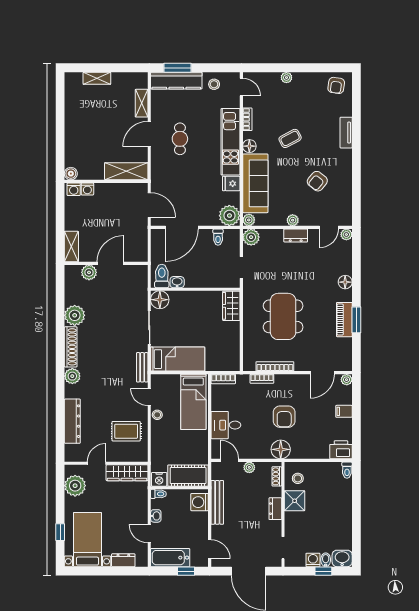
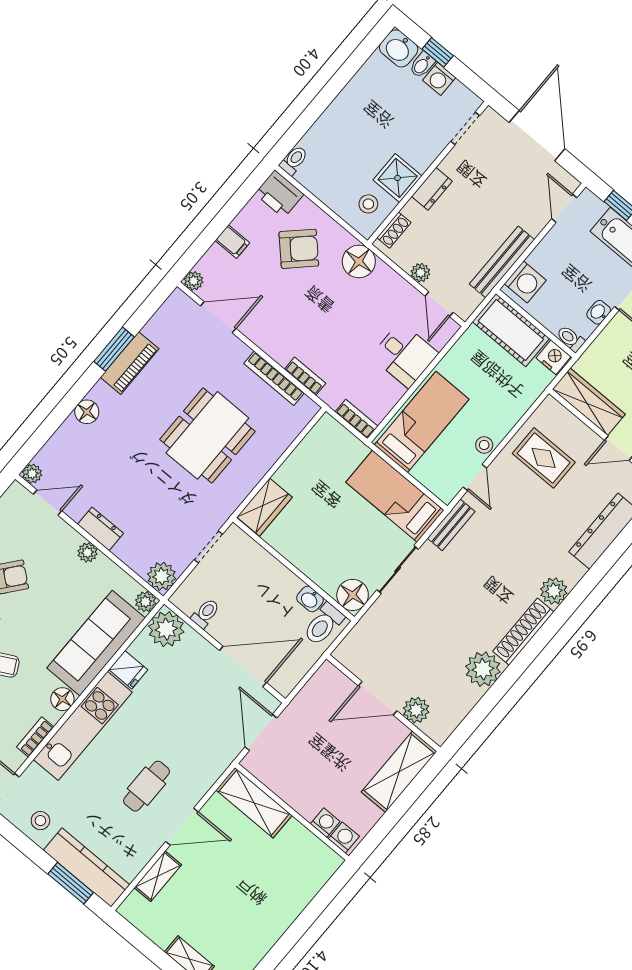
boiler: (71, 174) -> (330, 862), removed
shelving: (71, 247) -> (399, 772), width x1.50, depth x1.33
armchair: (284, 417) -> (299, 249), moved, turned 46

